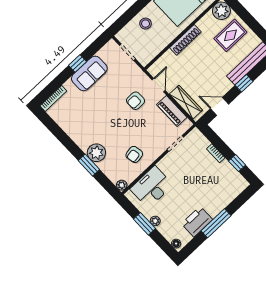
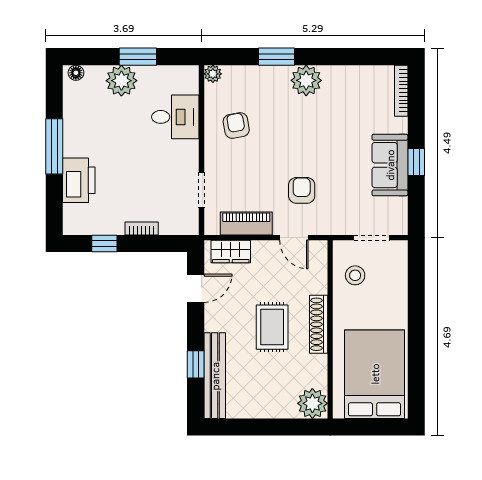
stool: (146, 24) -> (355, 275), moved
rug: (230, 35) -> (272, 327), moved
window: (244, 83) -> (196, 364), moved
wardrobe: (186, 102) -> (231, 252), width x0.67
plant: (96, 153) -> (306, 80), moved
desk: (152, 187) -> (175, 117), width x0.73
plant: (155, 221) -> (121, 81), width x1.87, depth x1.87
printer: (197, 222) -> (79, 180), moved

